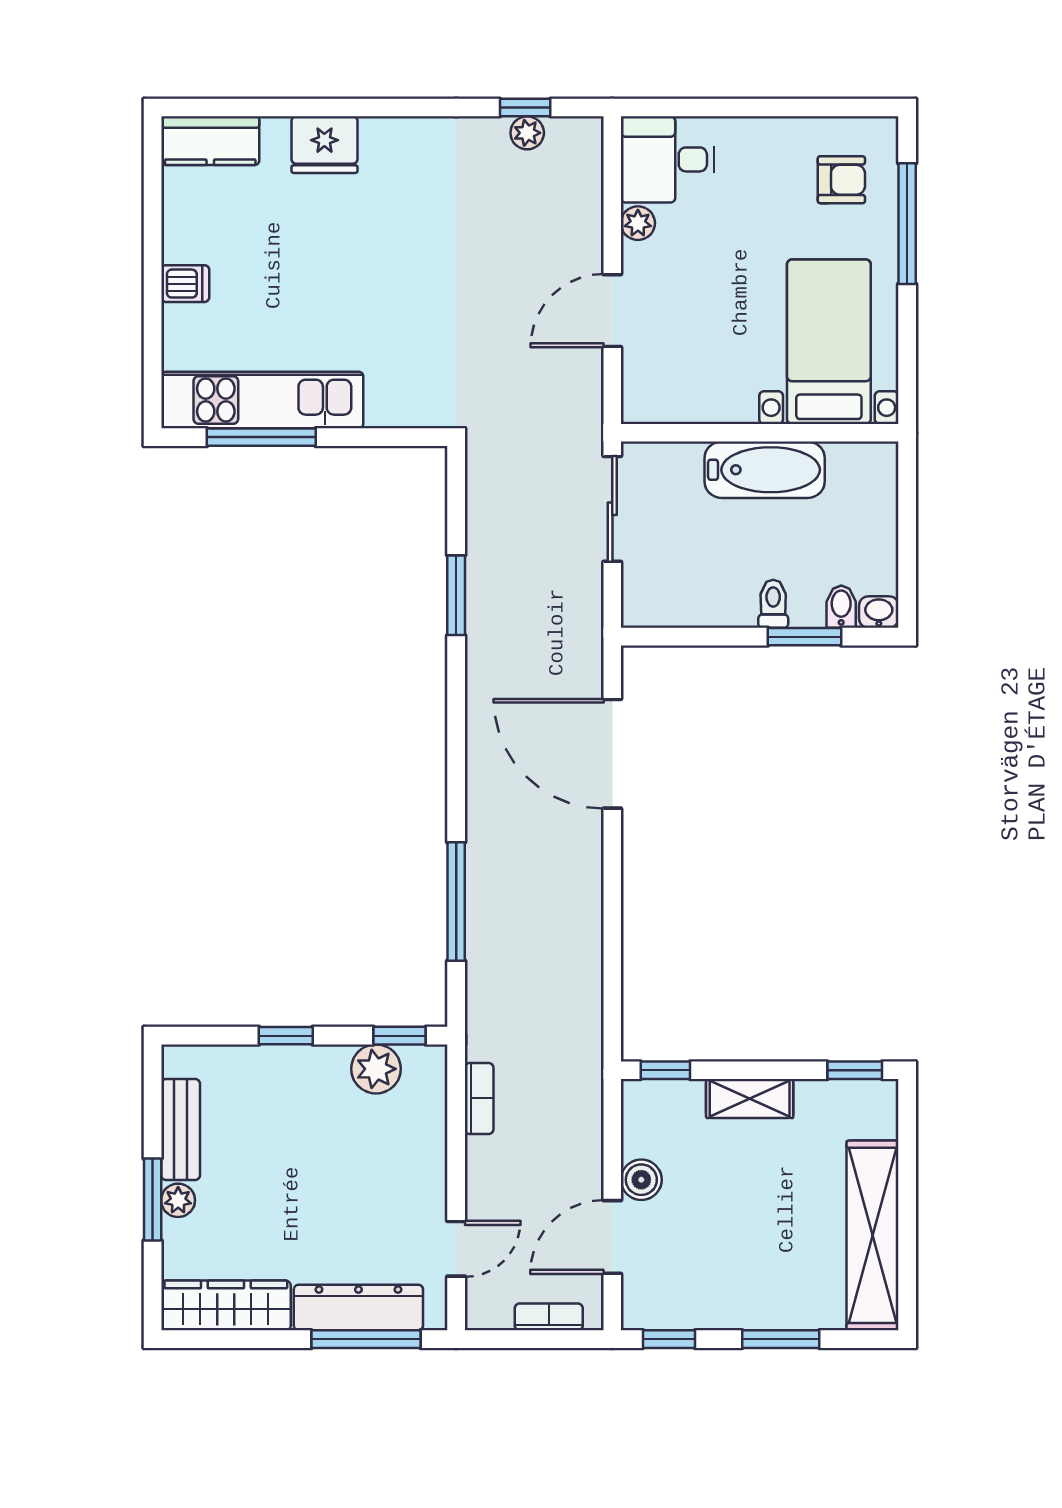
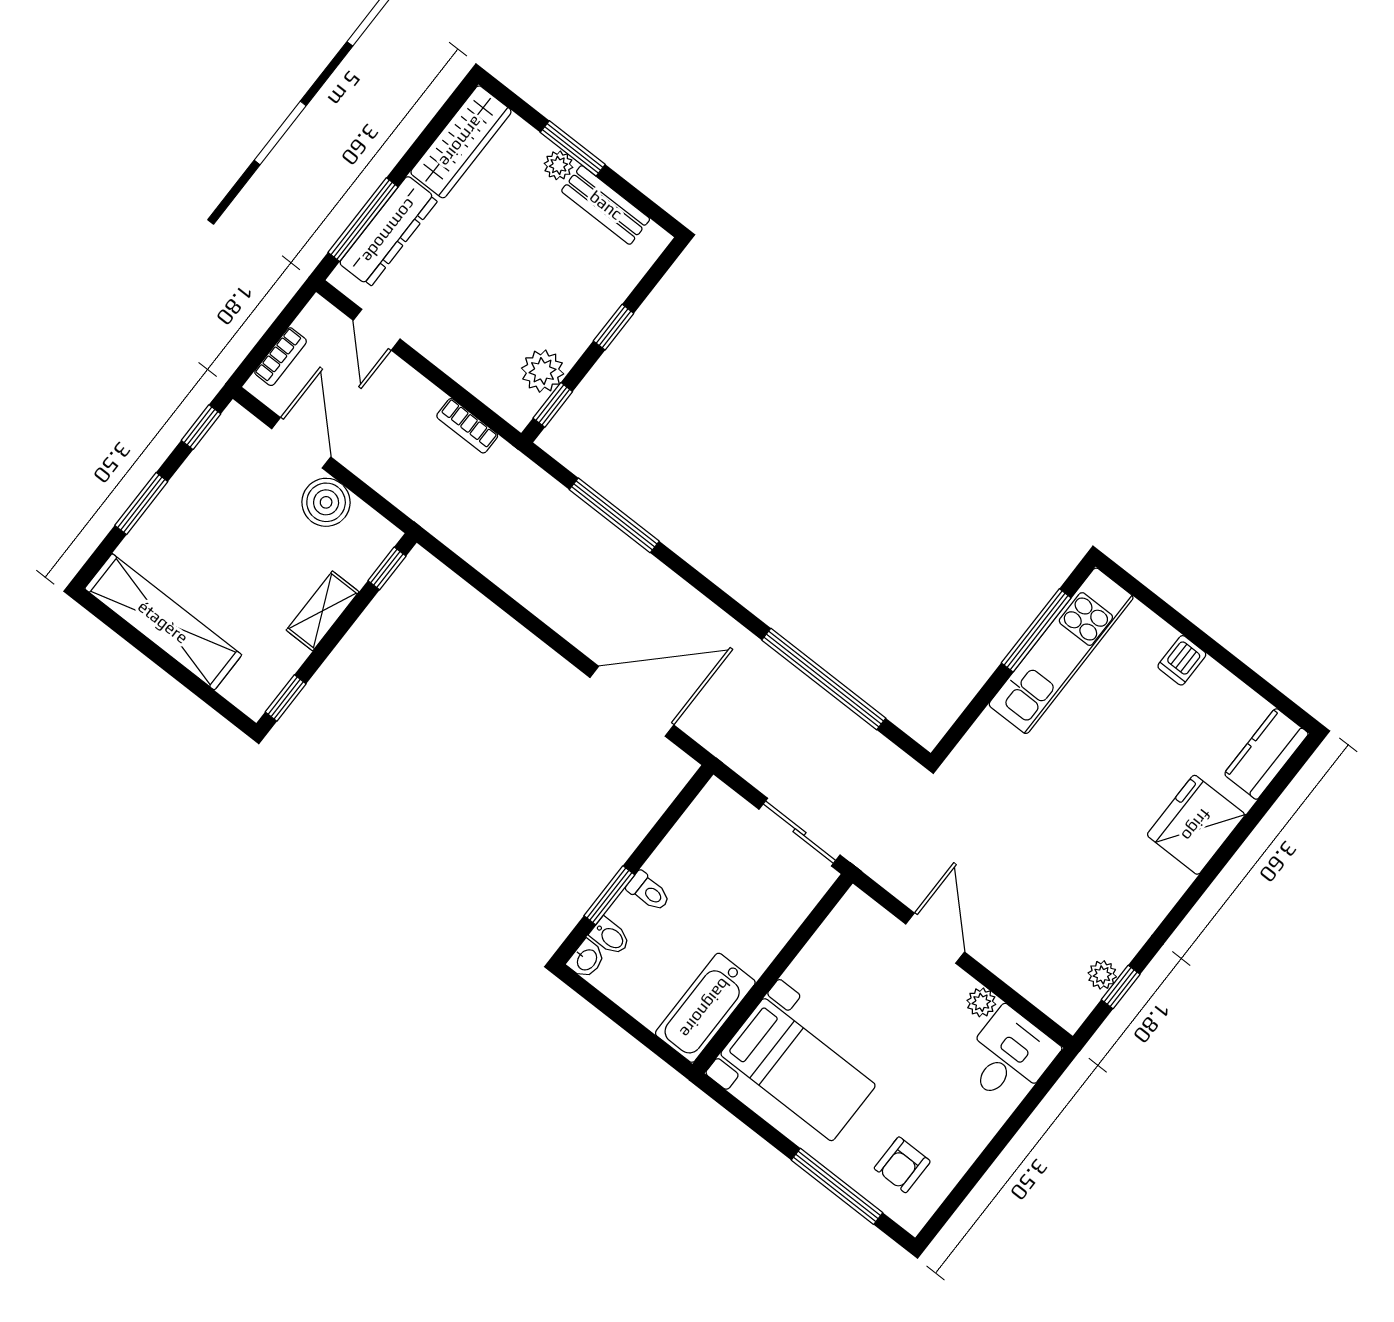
fridge: (324, 145) -> (1196, 825), width x1.36, depth x1.34
bathtub: (765, 470) -> (705, 1008), moved
window: (456, 595) -> (824, 679), width x2.11
boiler: (641, 1180) -> (326, 502), width x1.36, depth x1.36

